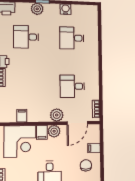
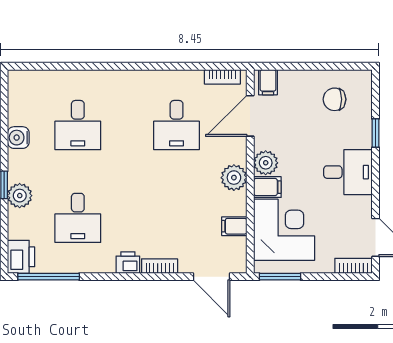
plant: (57, 115) -> (234, 178), moved
door: (77, 123) -> (250, 116), swing flipped
filing cabinet: (94, 148) -> (268, 82), moved

